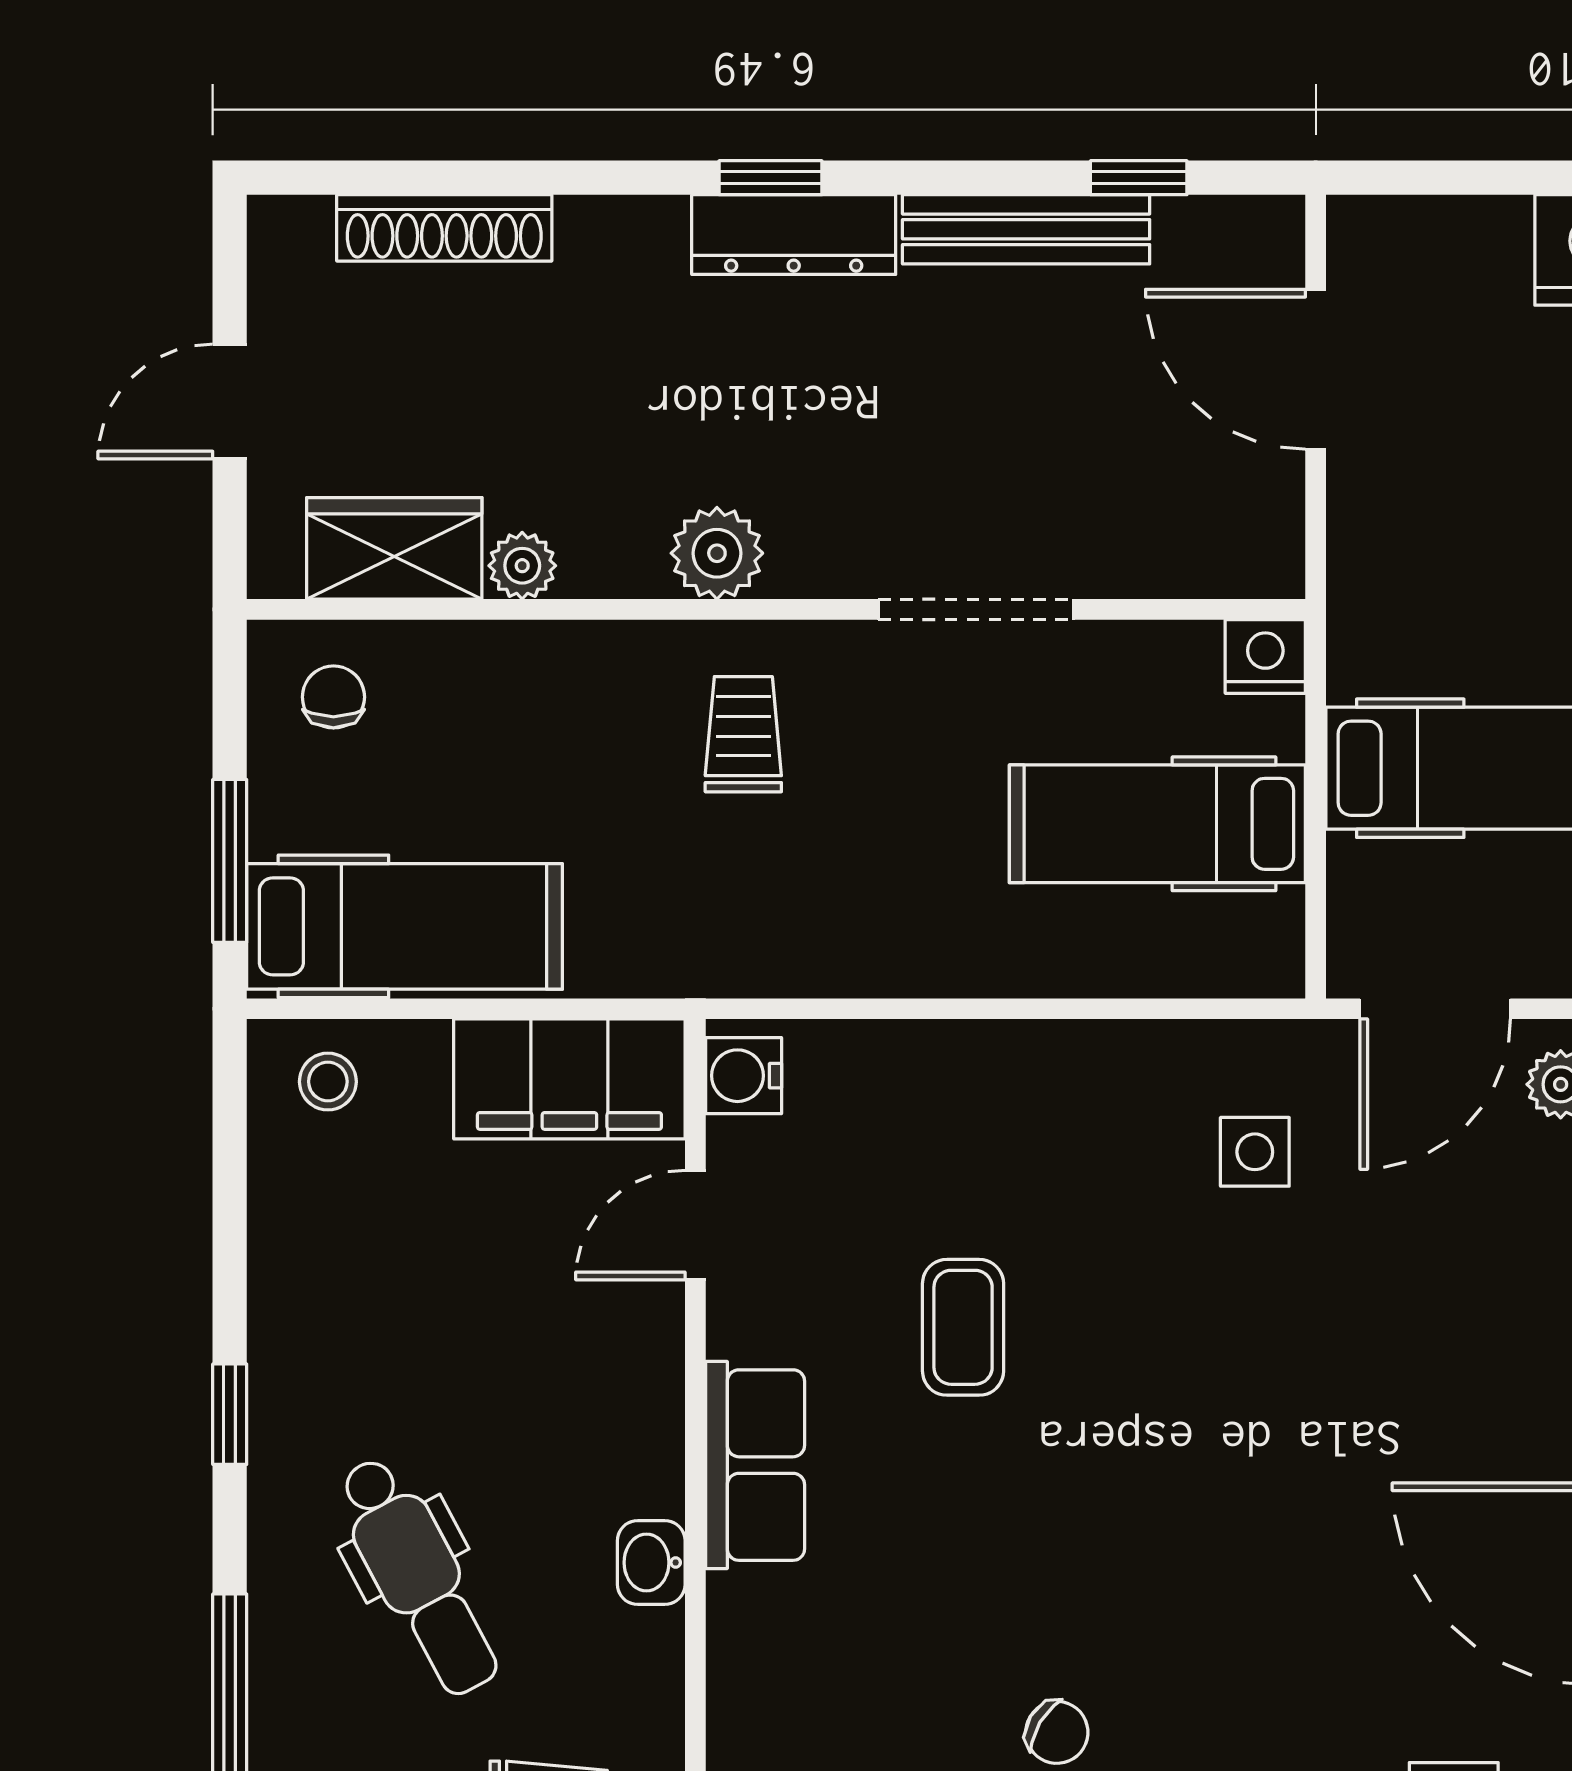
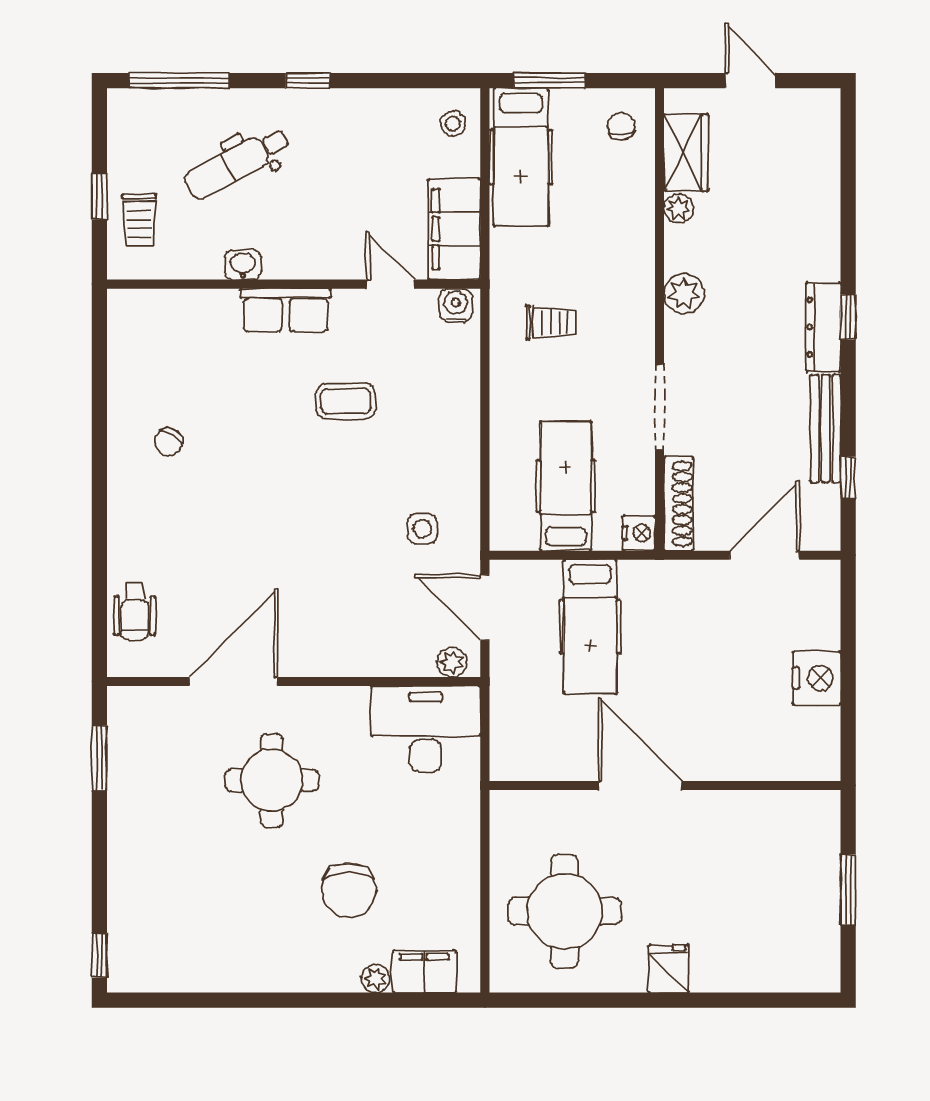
shoe rack: (444, 228) -> (678, 504), moved, turned 180
chair: (333, 697) -> (621, 126), turned -95
trolley: (743, 734) -> (551, 322), moved

